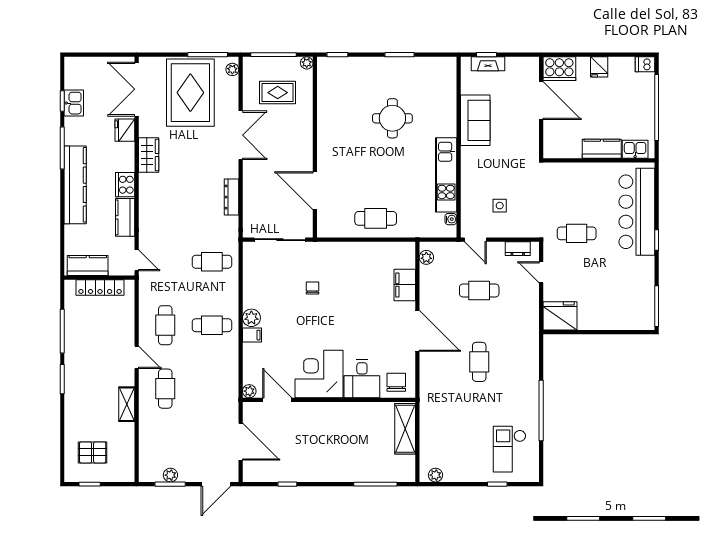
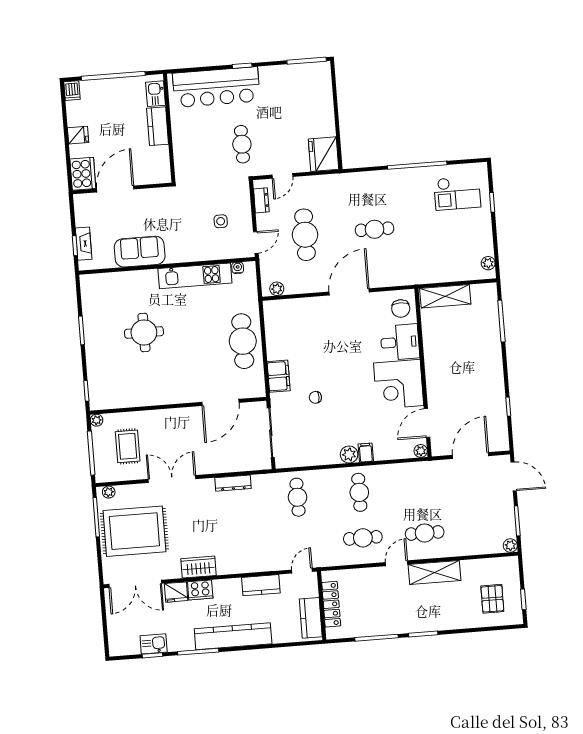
cooker: (125, 185) -> (200, 590), moved
cafe table: (376, 218) -> (243, 341), width x1.37, depth x1.35
filing cabinet: (405, 285) -> (279, 376), moved, turned -90
cafe table: (479, 291) -> (305, 235), width x1.37, depth x1.35
chair: (396, 382) -> (401, 308), turned -90
shelving: (127, 404) -> (434, 572), width x1.50, depth x1.33
plant: (170, 475) -> (510, 545), moved

